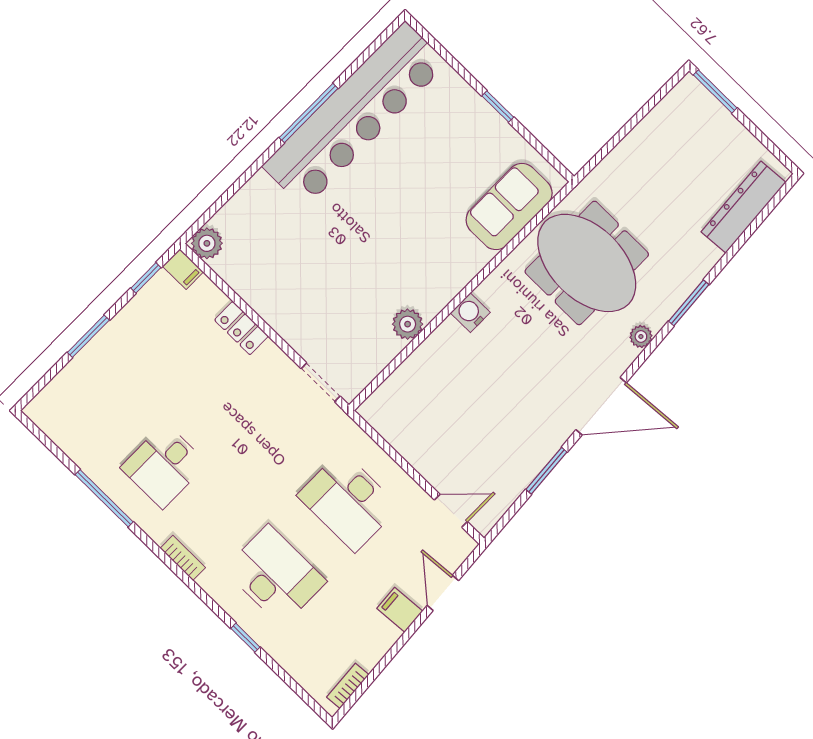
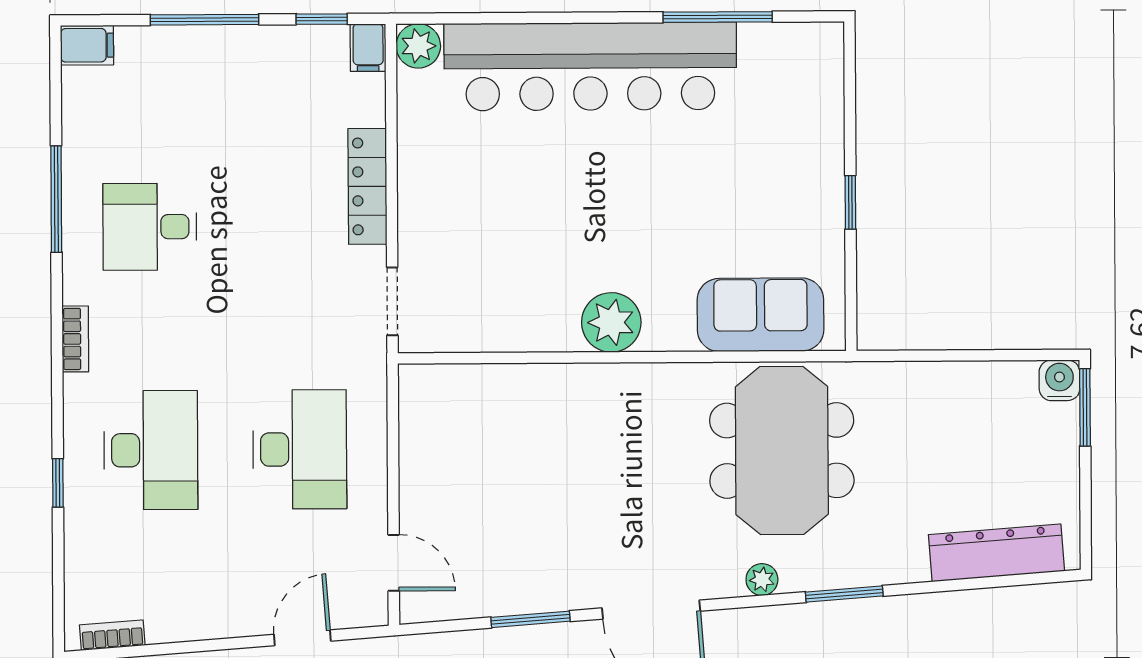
window: (309, 113) -> (718, 17), moved
bar counter: (355, 115) -> (590, 66), moved
water cooler: (470, 313) -> (1059, 380), moved
plant: (408, 324) -> (611, 322), moved, width x1.36, depth x1.36
locker: (241, 328) -> (367, 186), width x1.53
window: (88, 336) -> (204, 20), width x1.44
desk: (348, 501) -> (300, 449), turned 180
filing cabinet: (400, 610) -> (87, 45), moved, turned 94

